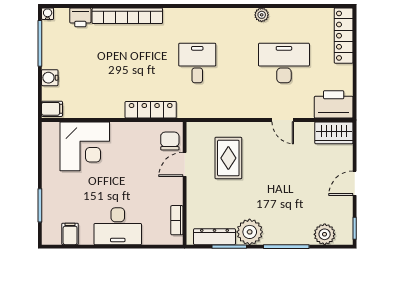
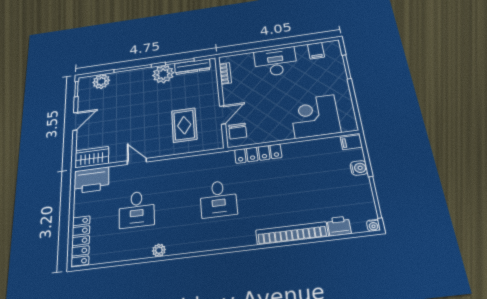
desk: (284, 63) -> (137, 209), width x0.73

